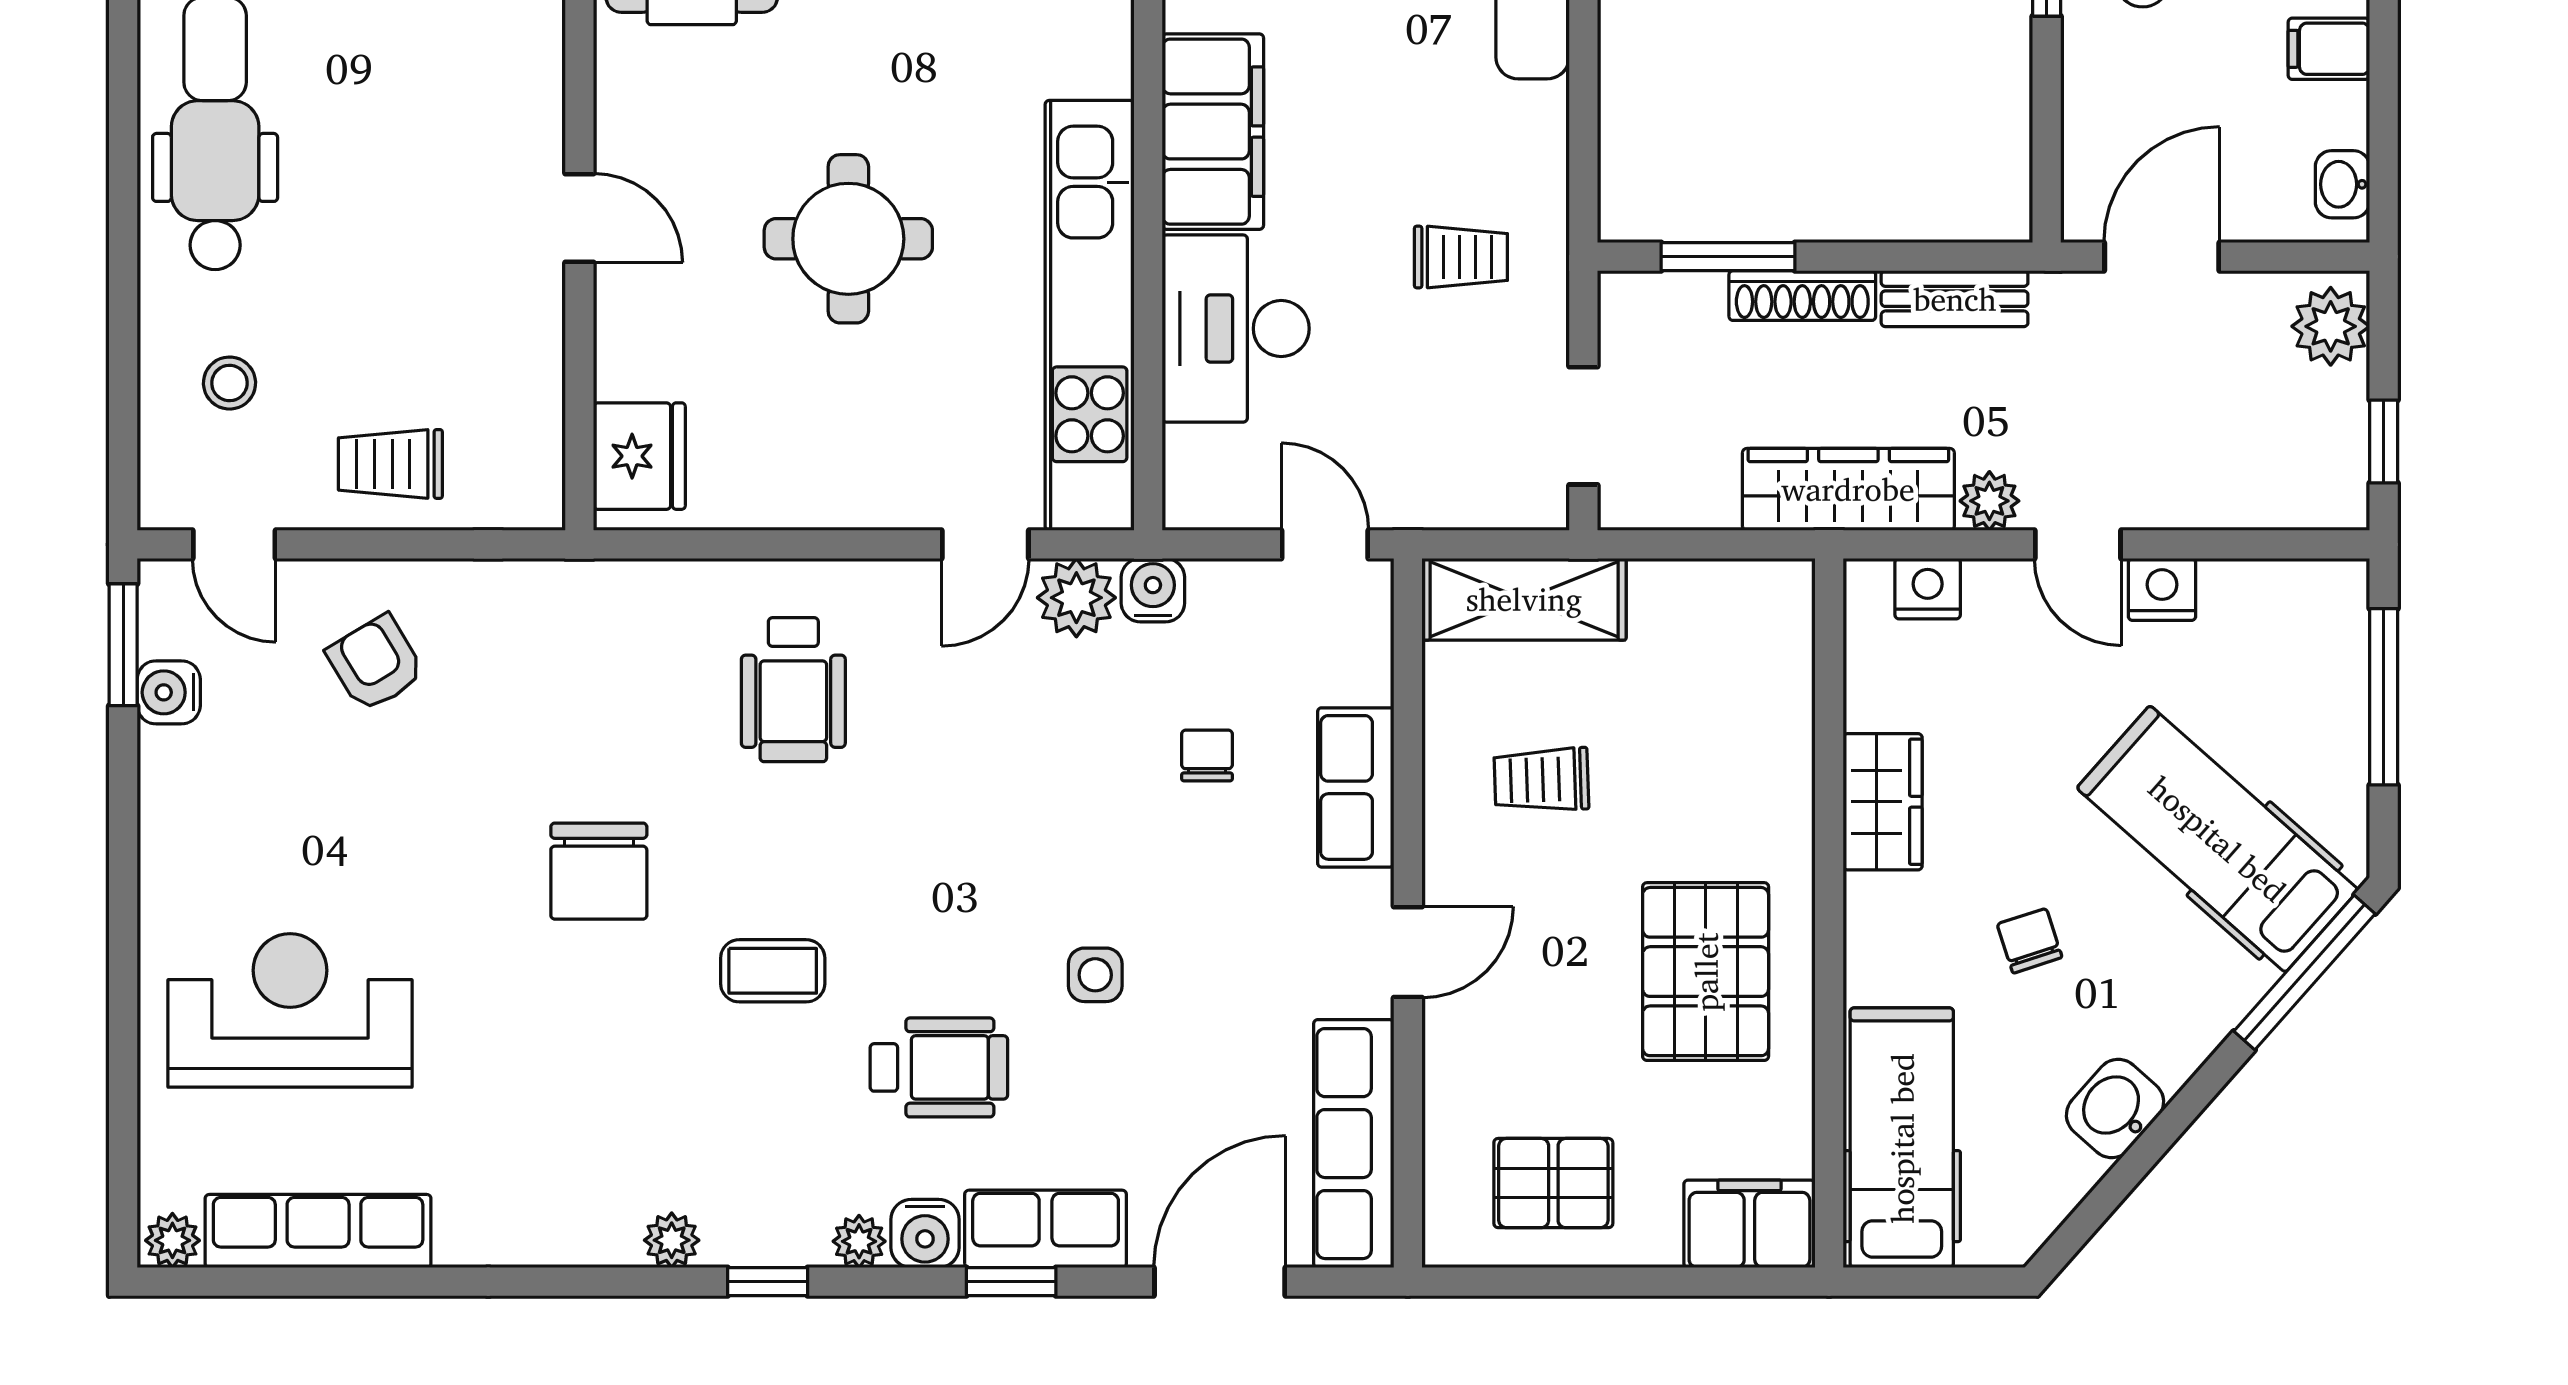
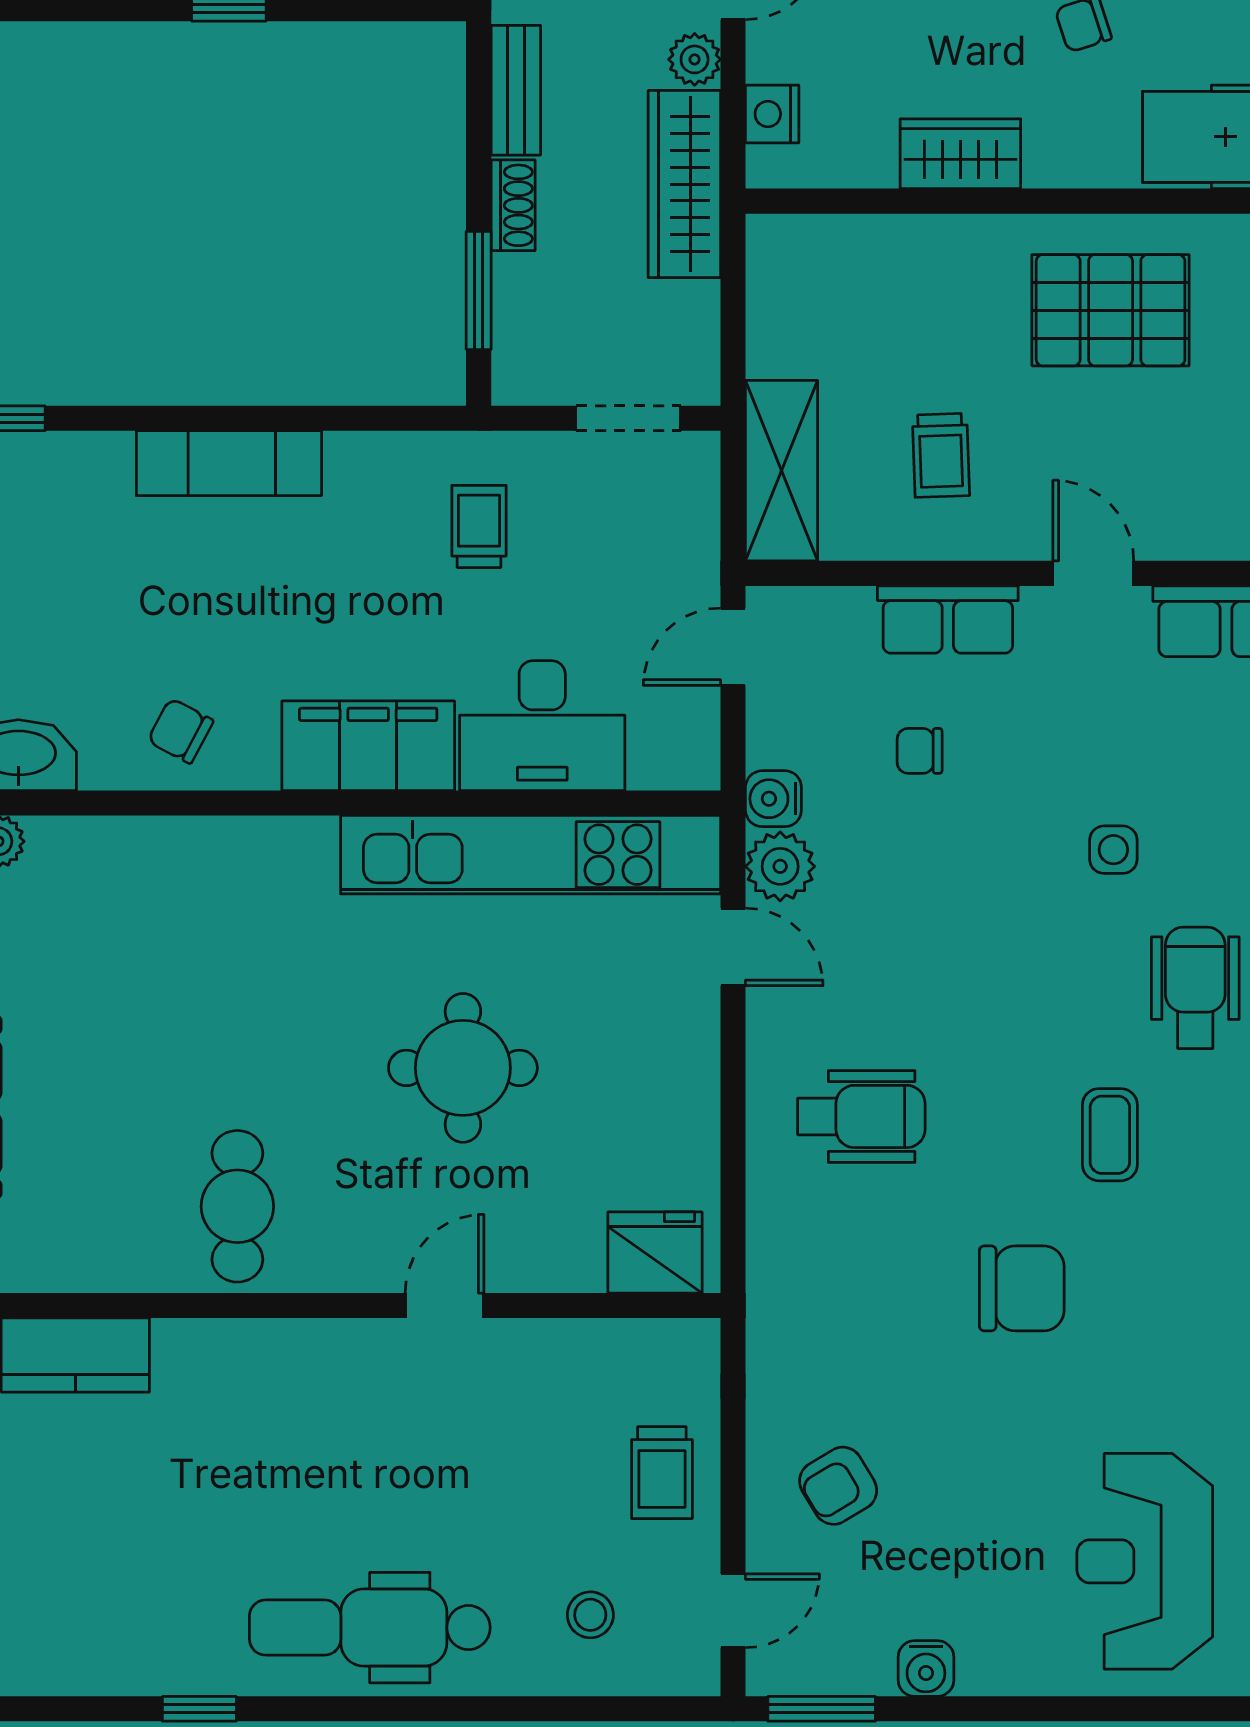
shoe rack: (1802, 296) -> (513, 205), width x0.70
water cooler: (169, 692) -> (926, 1669), moved

